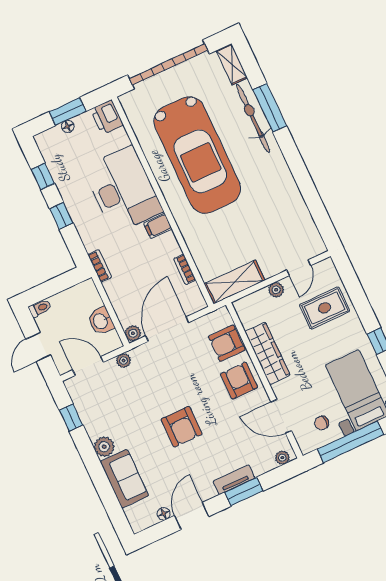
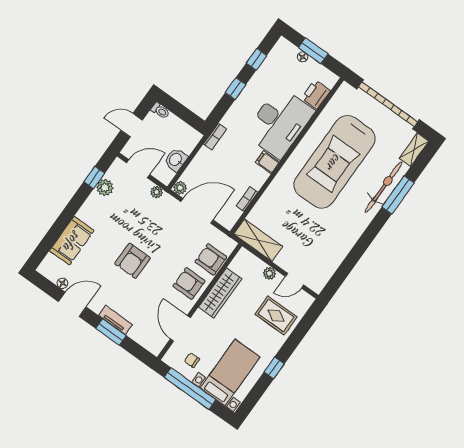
printer: (107, 117) -> (316, 94), moved
door: (88, 366) -> (138, 169), hinge flipped
armchair: (239, 381) -> (189, 283), turned -90
plant: (104, 447) -> (105, 188), moved
plant: (282, 458) -> (151, 346), removed

